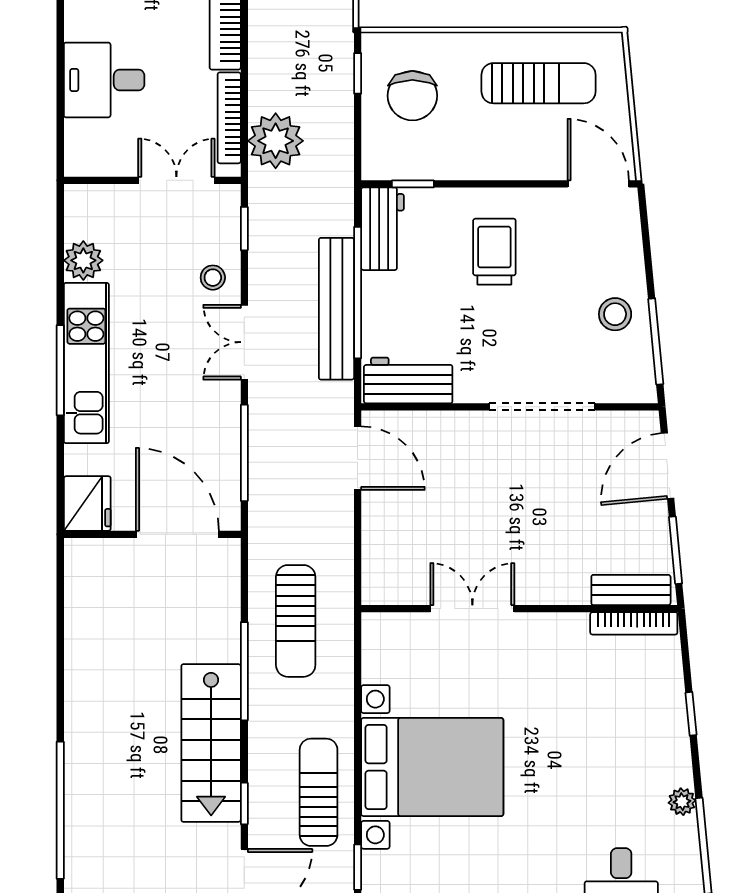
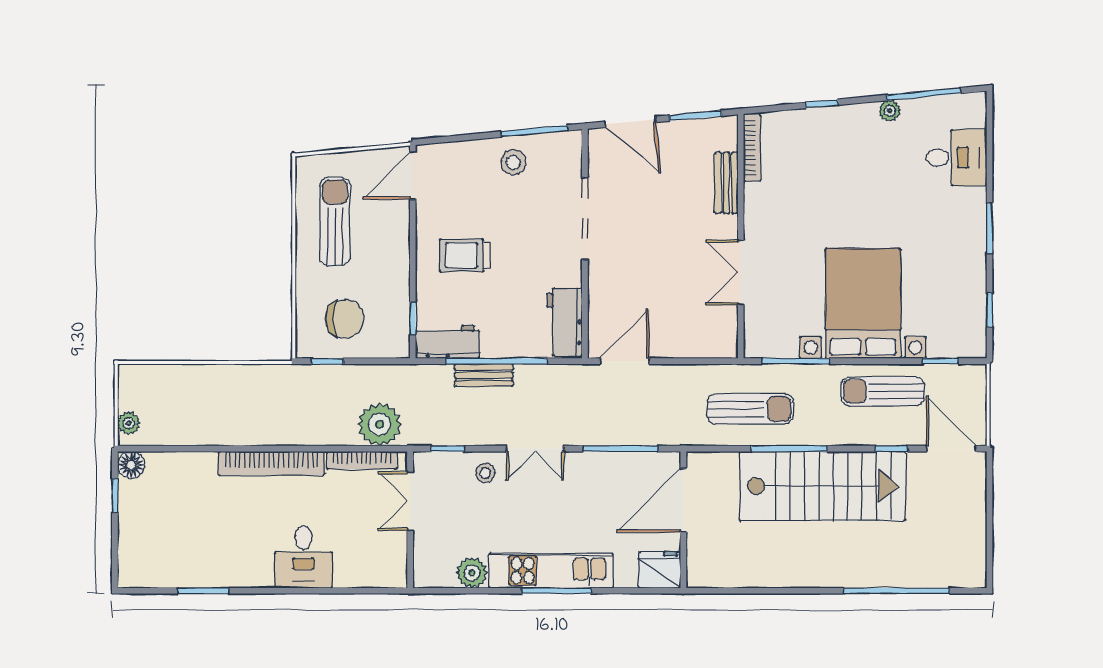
desk: (104, 80) -> (304, 557), moved
bench: (336, 309) -> (484, 375), width x0.54, depth x0.82
bench: (631, 590) -> (726, 183), moved
window: (358, 680) -> (796, 361), added
stairs: (211, 743) -> (822, 486), width x1.36, depth x1.51

